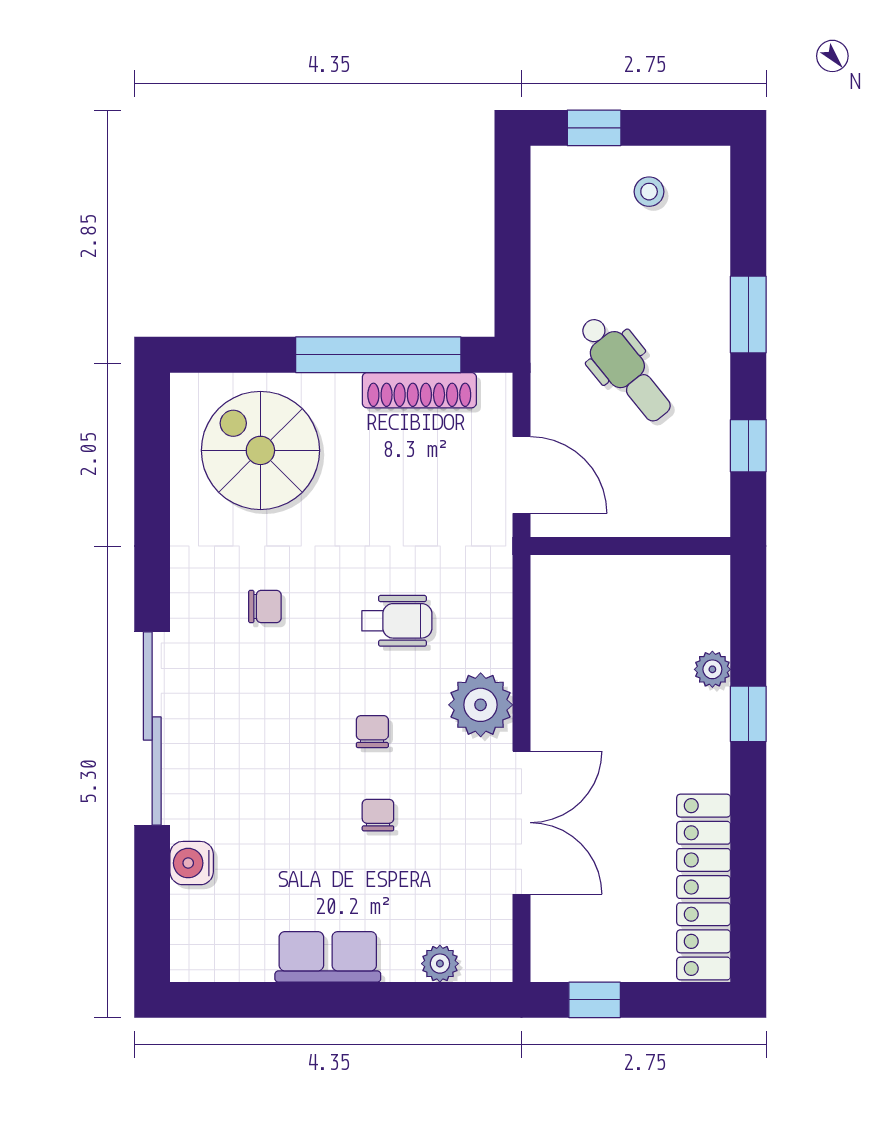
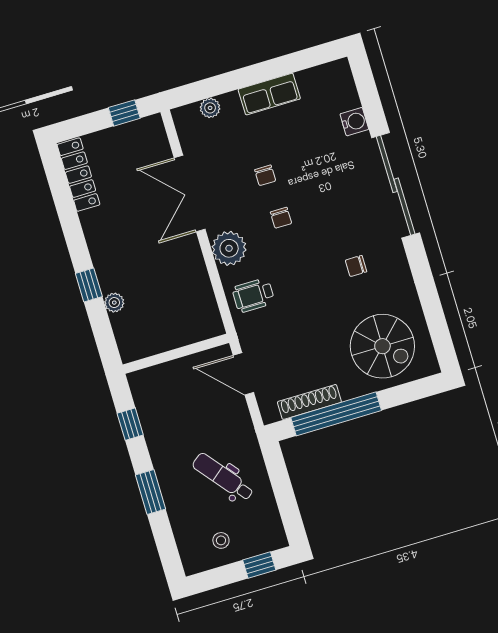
dental chair: (625, 369) -> (223, 477), moved
wheelchair: (397, 621) -> (253, 295), moved
locker: (704, 887) -> (78, 175), width x0.71, depth x0.83

